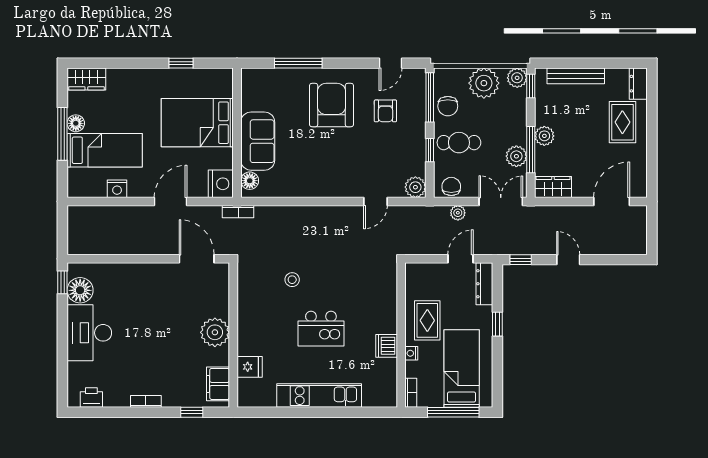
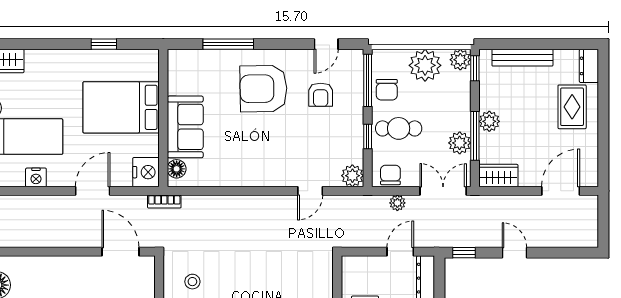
armchair: (332, 105) -> (263, 89), turned -91
stool: (292, 280) -> (192, 282), moved

